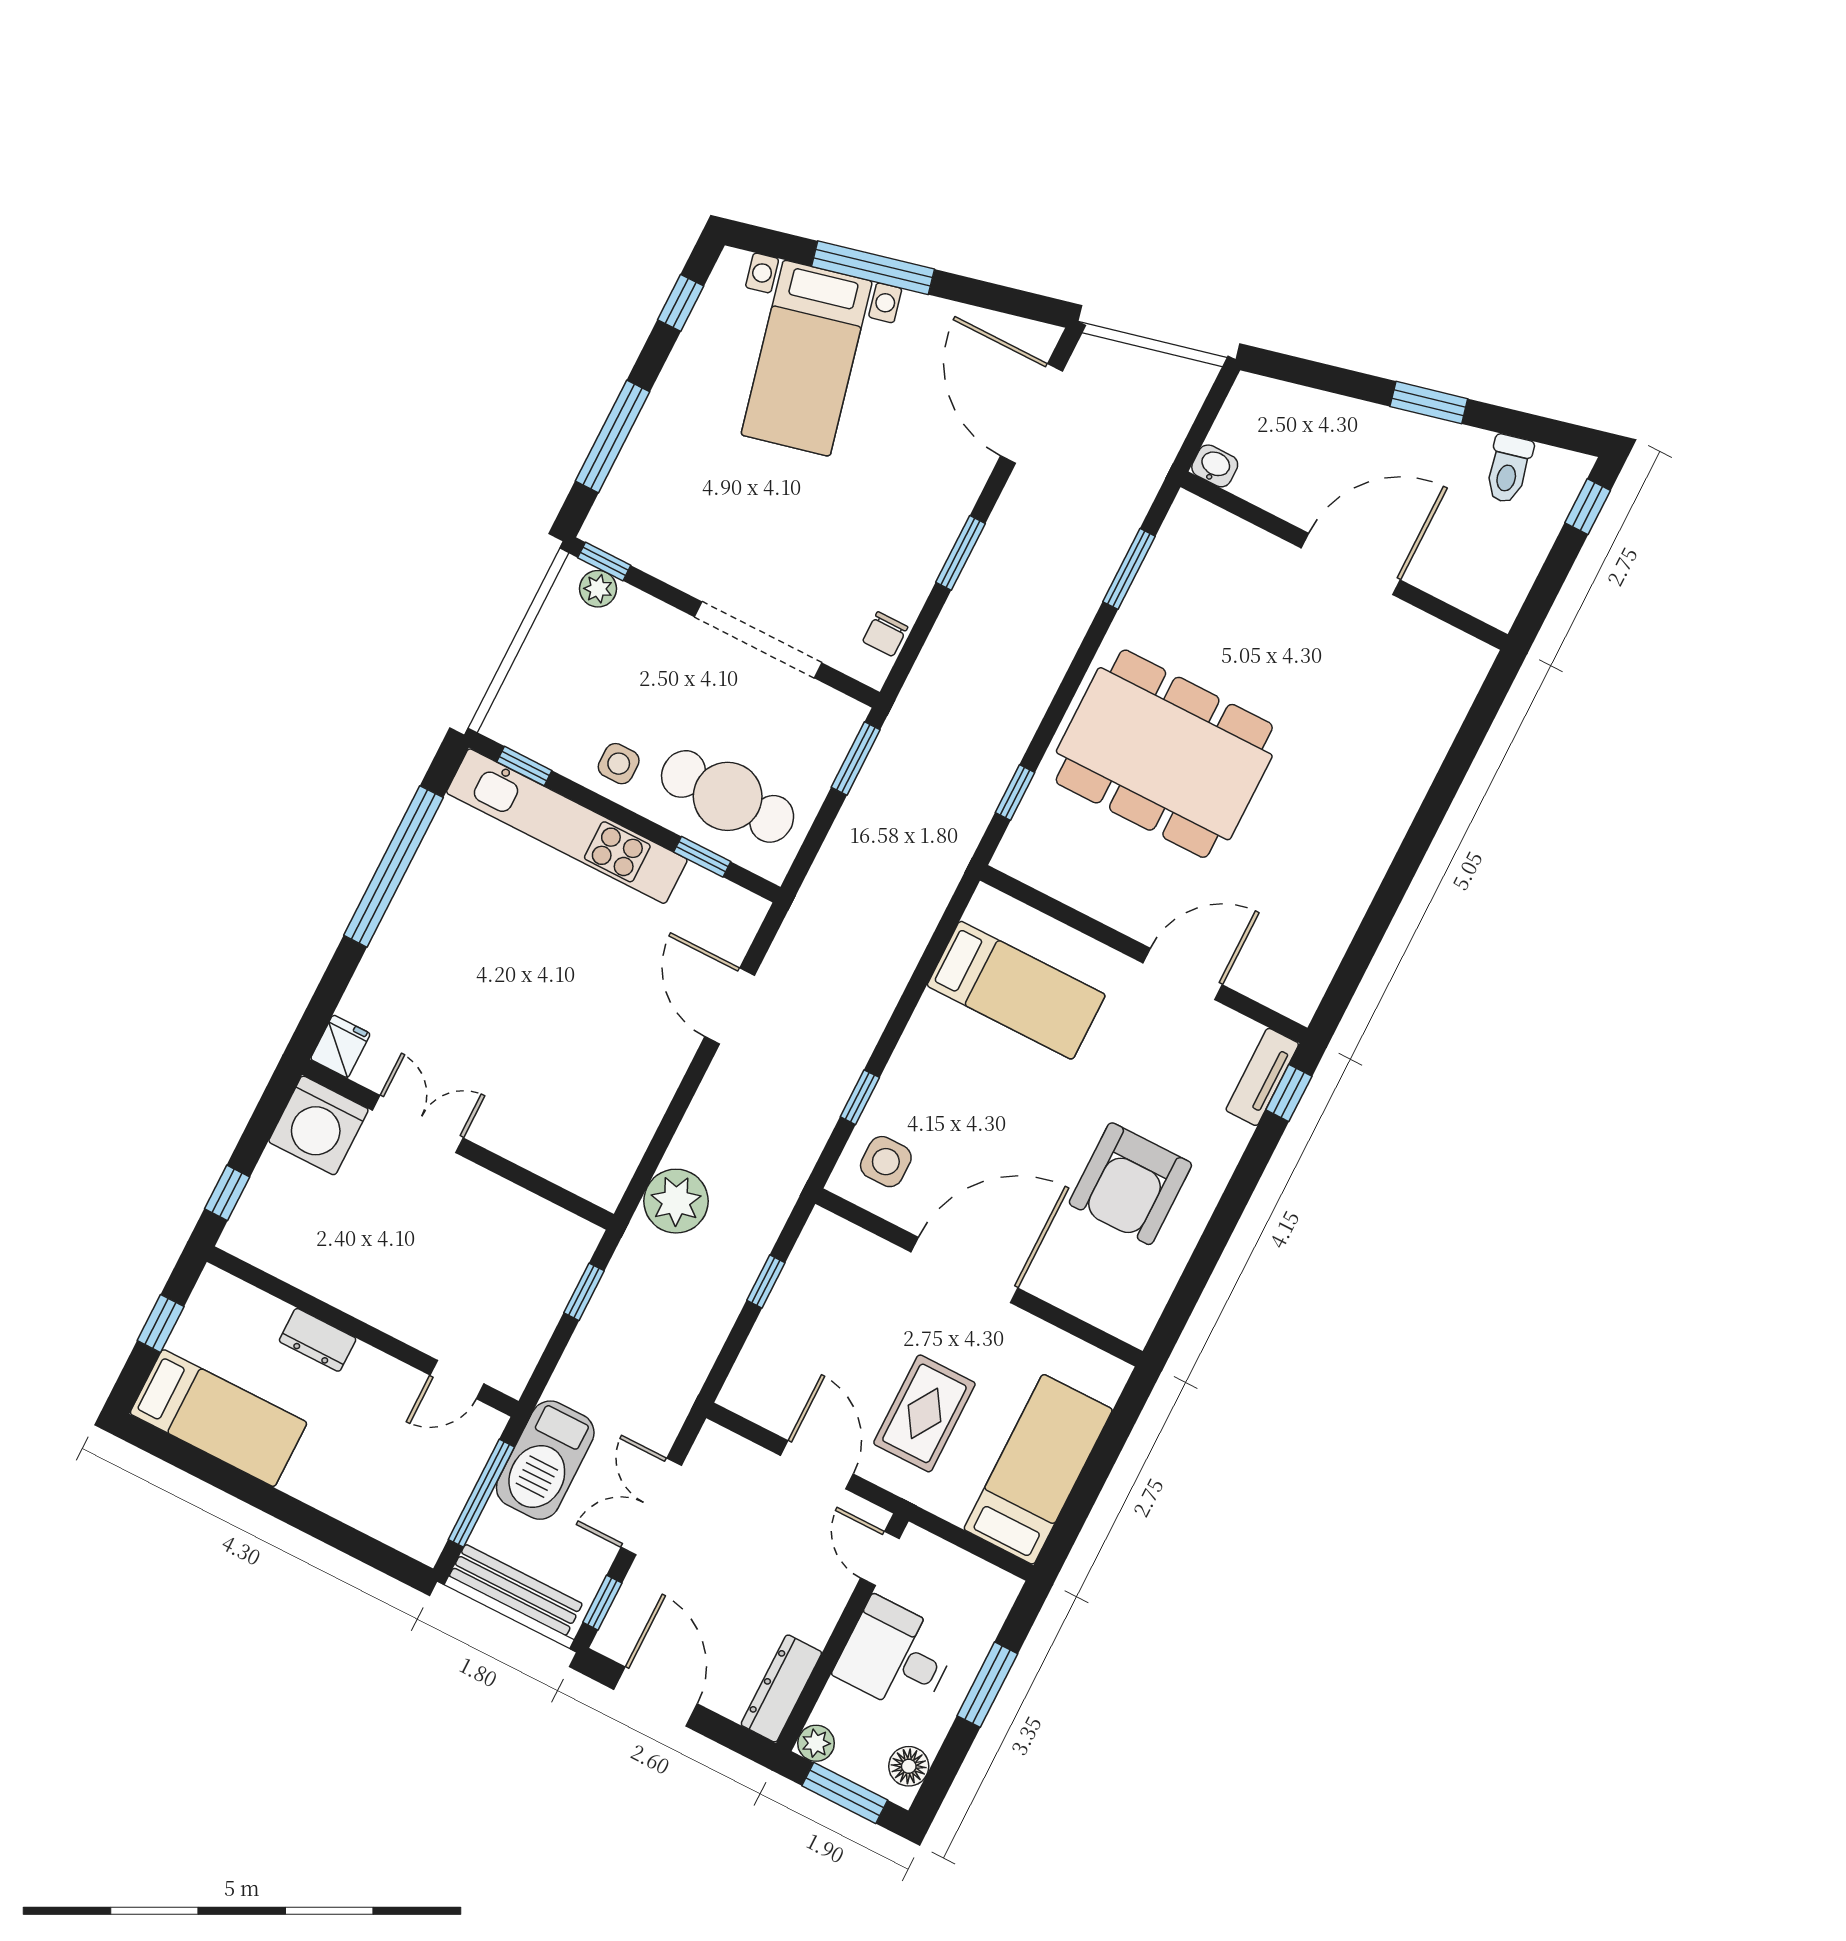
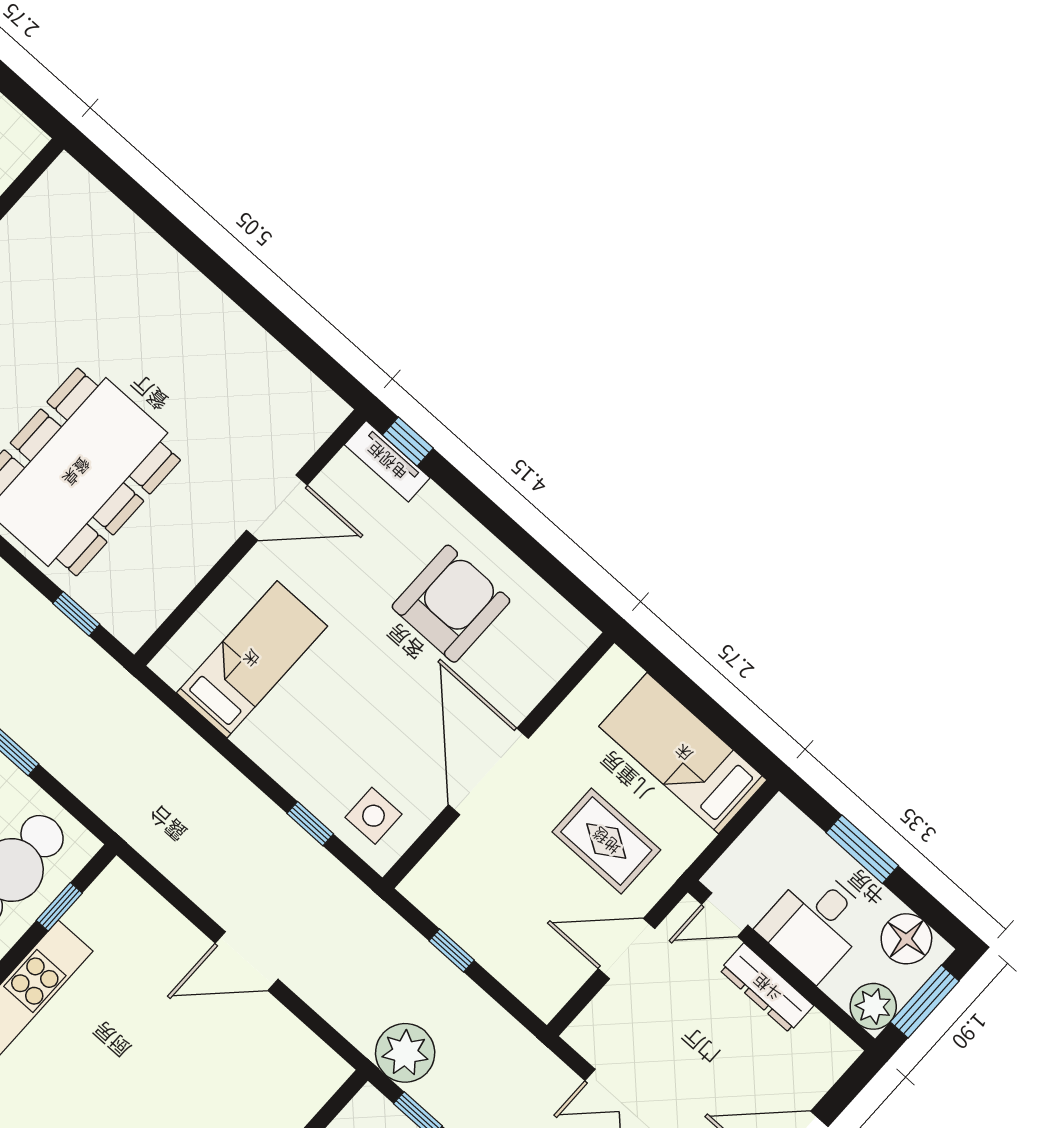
door: (1183, 974) -> (277, 508), swing flipped
door: (730, 1006) -> (247, 961), moved
armchair: (1130, 1184) -> (451, 604), turned -90
plant: (676, 1201) -> (405, 1053), moved
dresser: (781, 1688) -> (767, 988), moved
plant: (816, 1743) -> (873, 1006), width x1.38, depth x1.38
floor lamp: (909, 1766) -> (906, 939), width x1.38, depth x1.38

